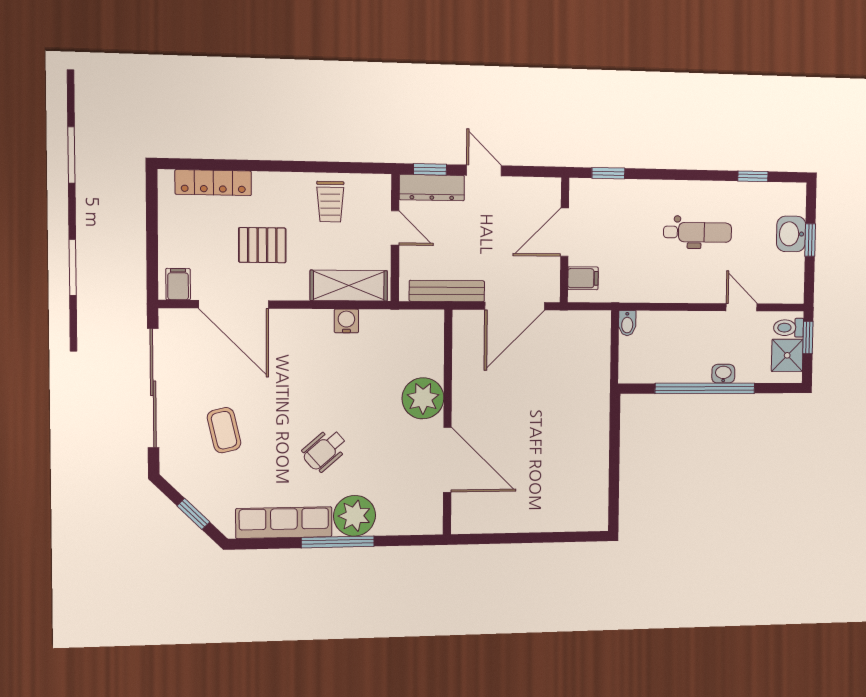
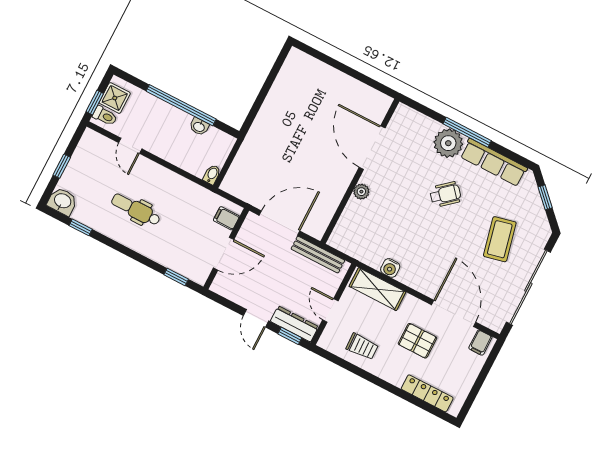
trolley: (330, 202) -> (362, 347), turned 88
washbasin: (791, 234) -> (62, 201), moved, turned -90
washbasin: (723, 374) -> (199, 127), moved
plant: (423, 398) -> (361, 192), width x0.53, depth x0.53
coffee table: (224, 430) -> (500, 239), width x1.36, depth x1.30

